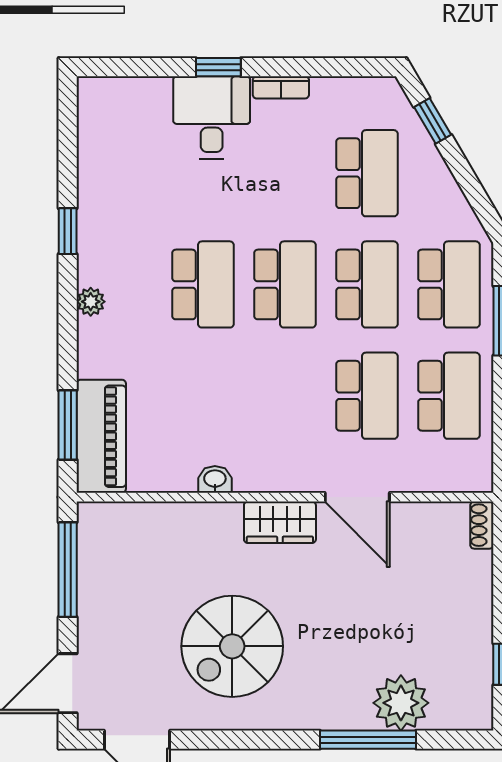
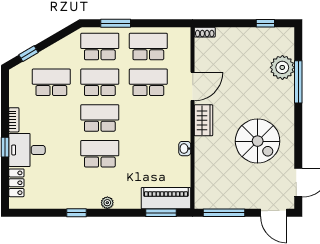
locker: (136, 93) -> (16, 183), added

